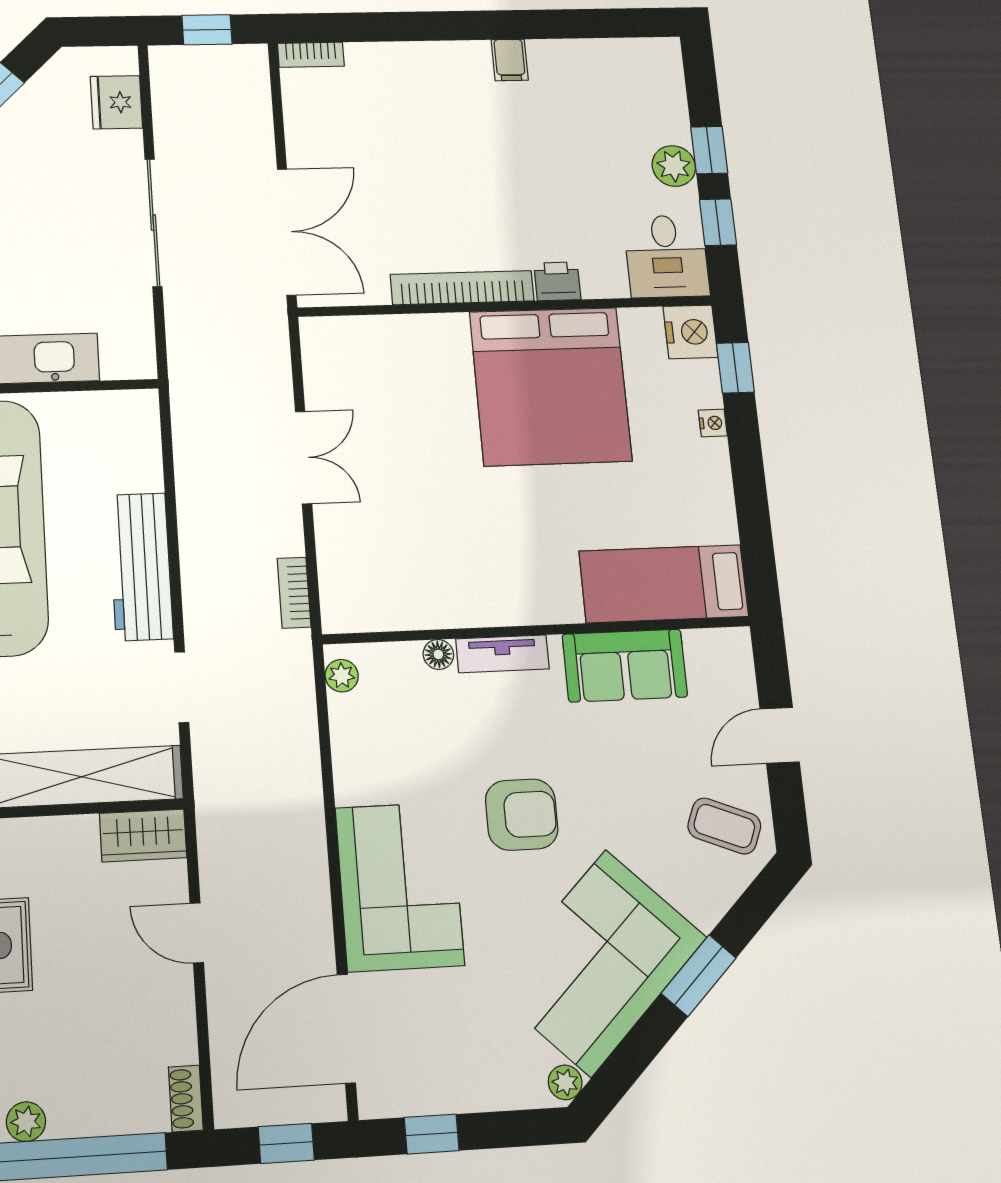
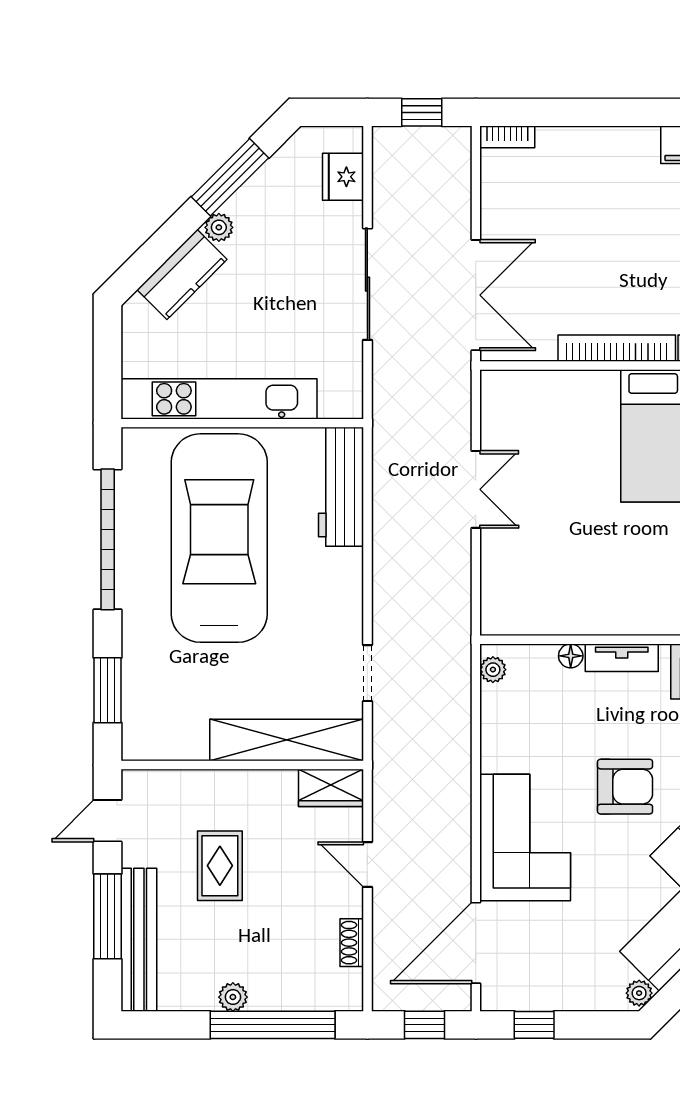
workbench: (141, 567) -> (341, 487), moved
bookcase: (294, 593) -> (460, 601), removed
shoe rack: (186, 1099) -> (352, 943), moved

